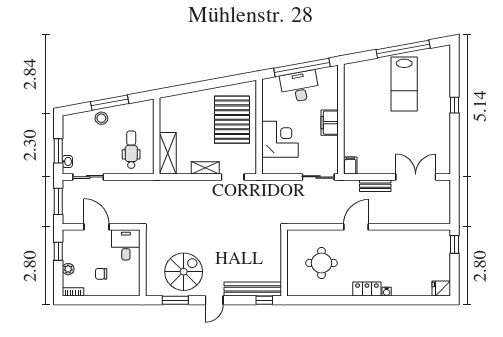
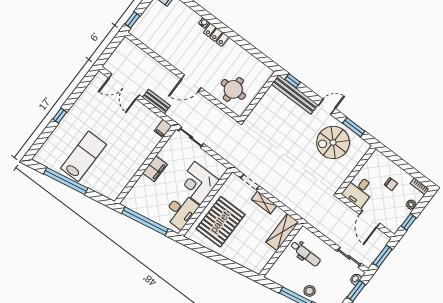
desk: (300, 87) -> (181, 211), moved, turned -80
dental chair: (131, 150) -> (305, 254), turned -90
round table: (322, 263) -> (233, 89), moved

